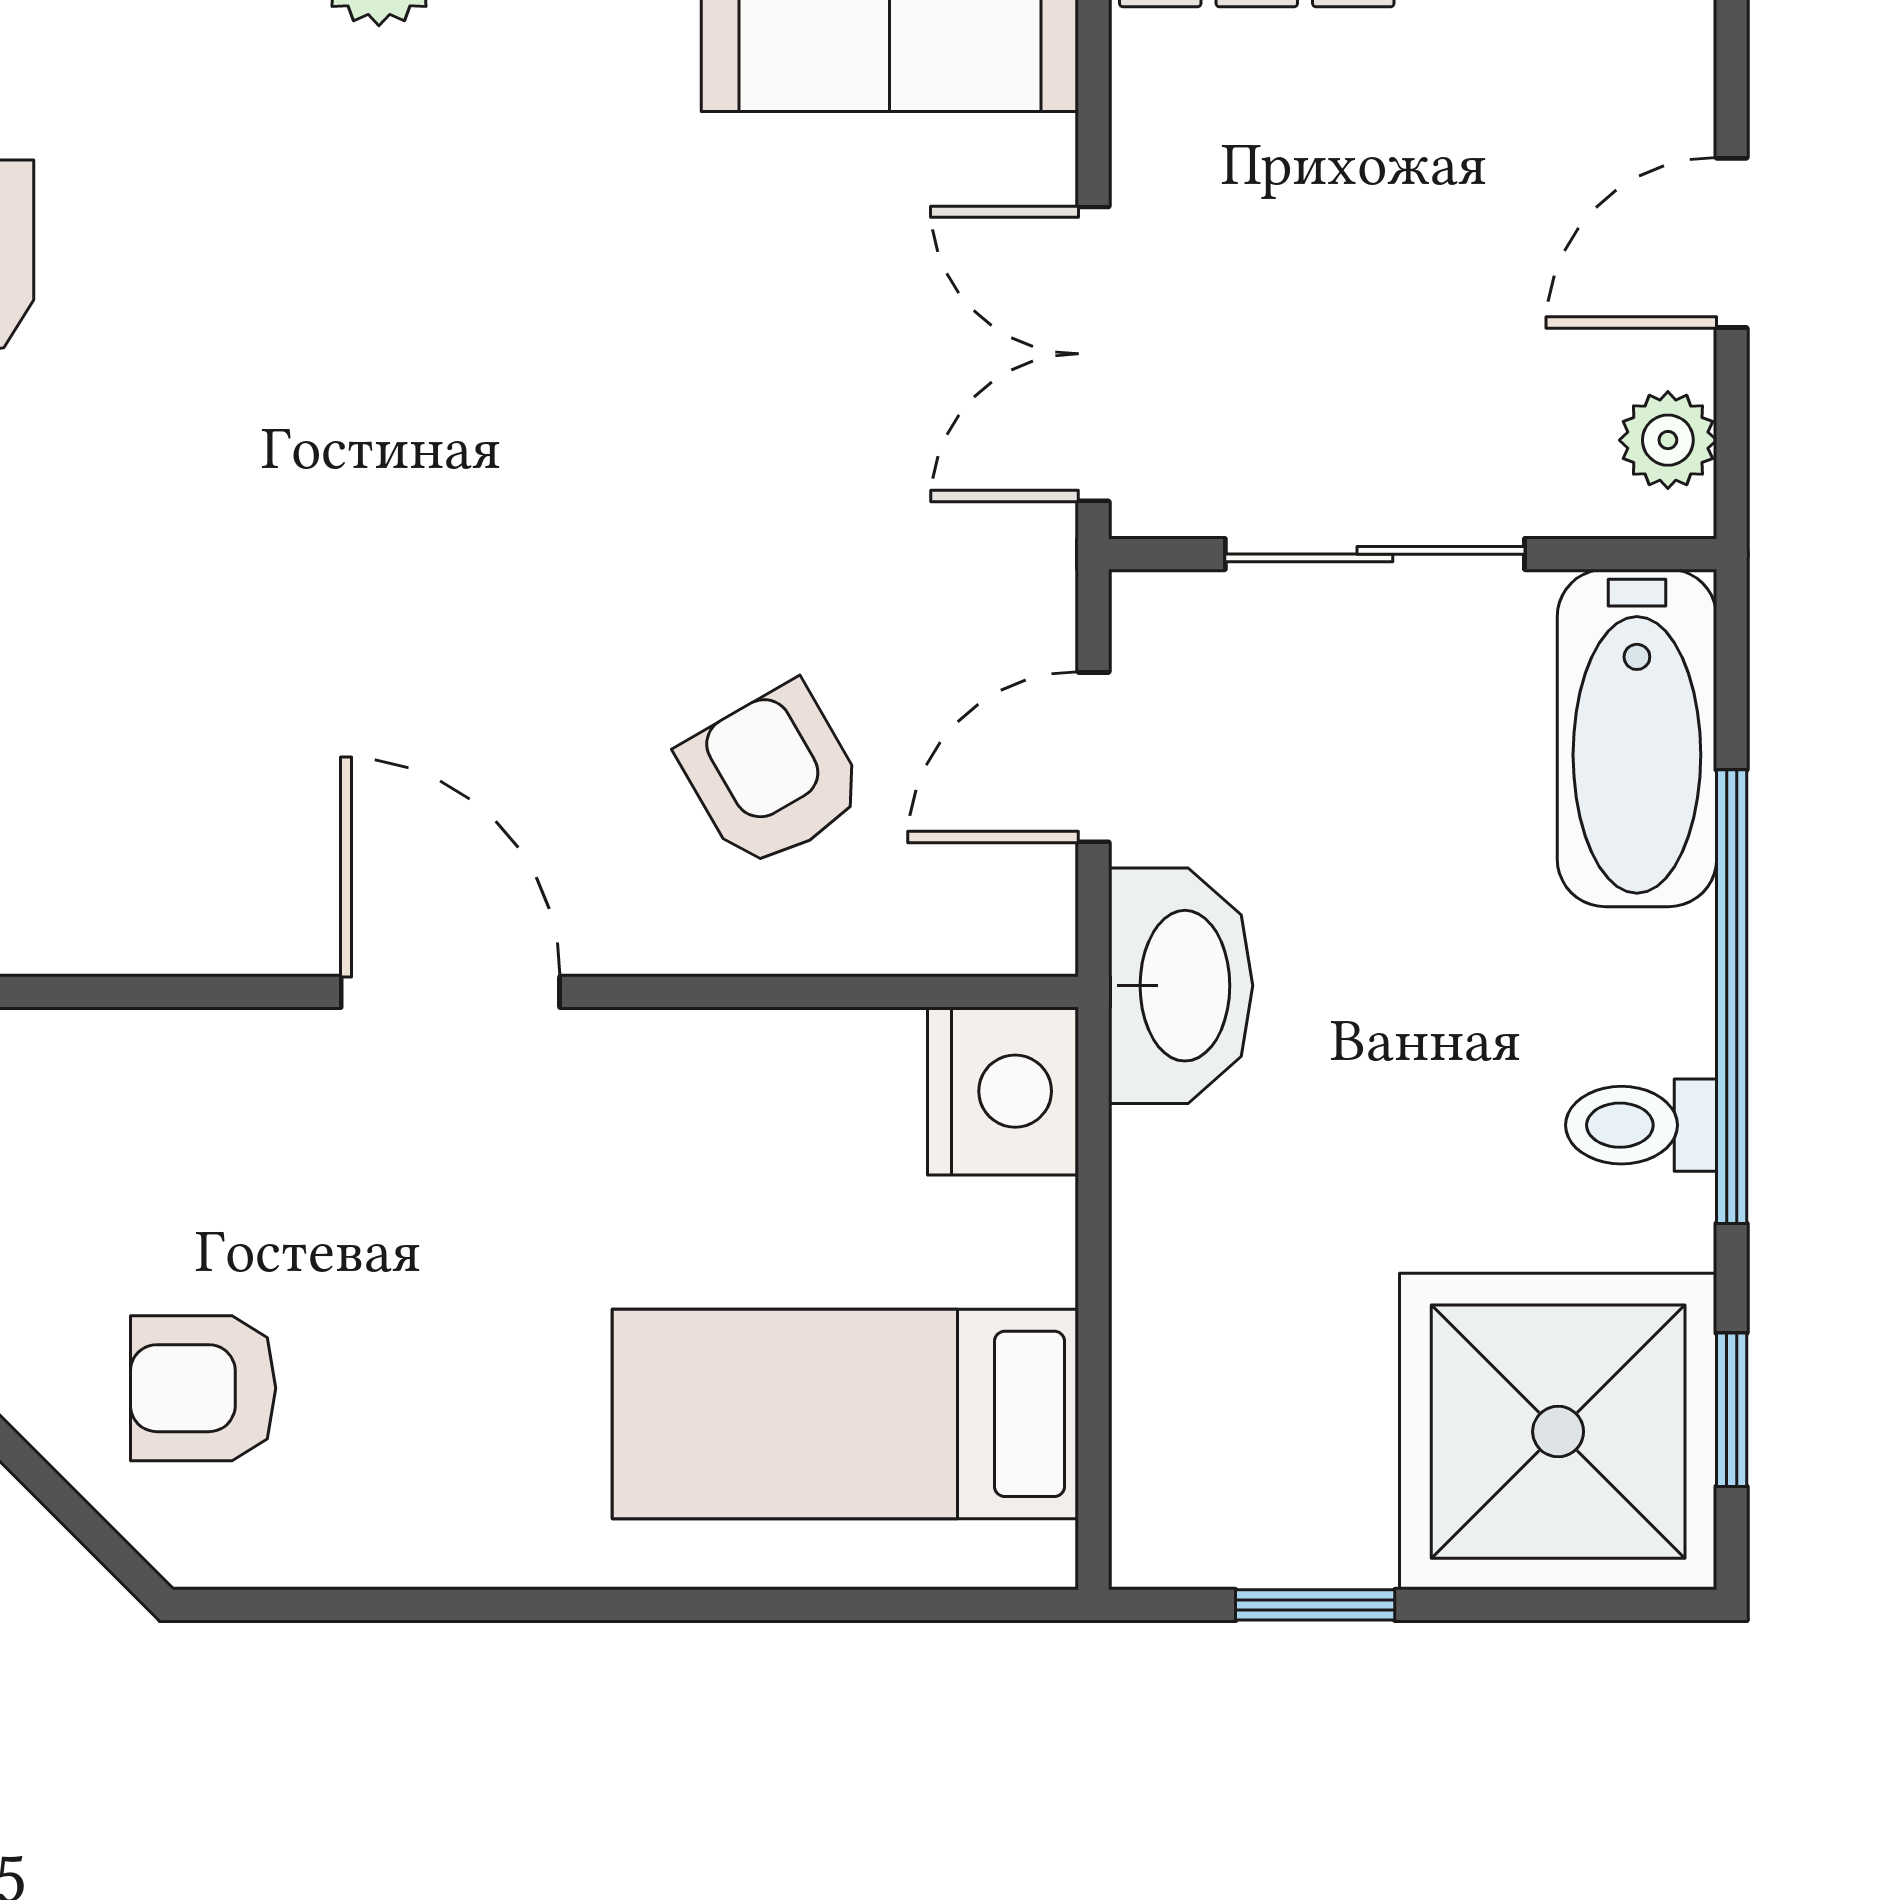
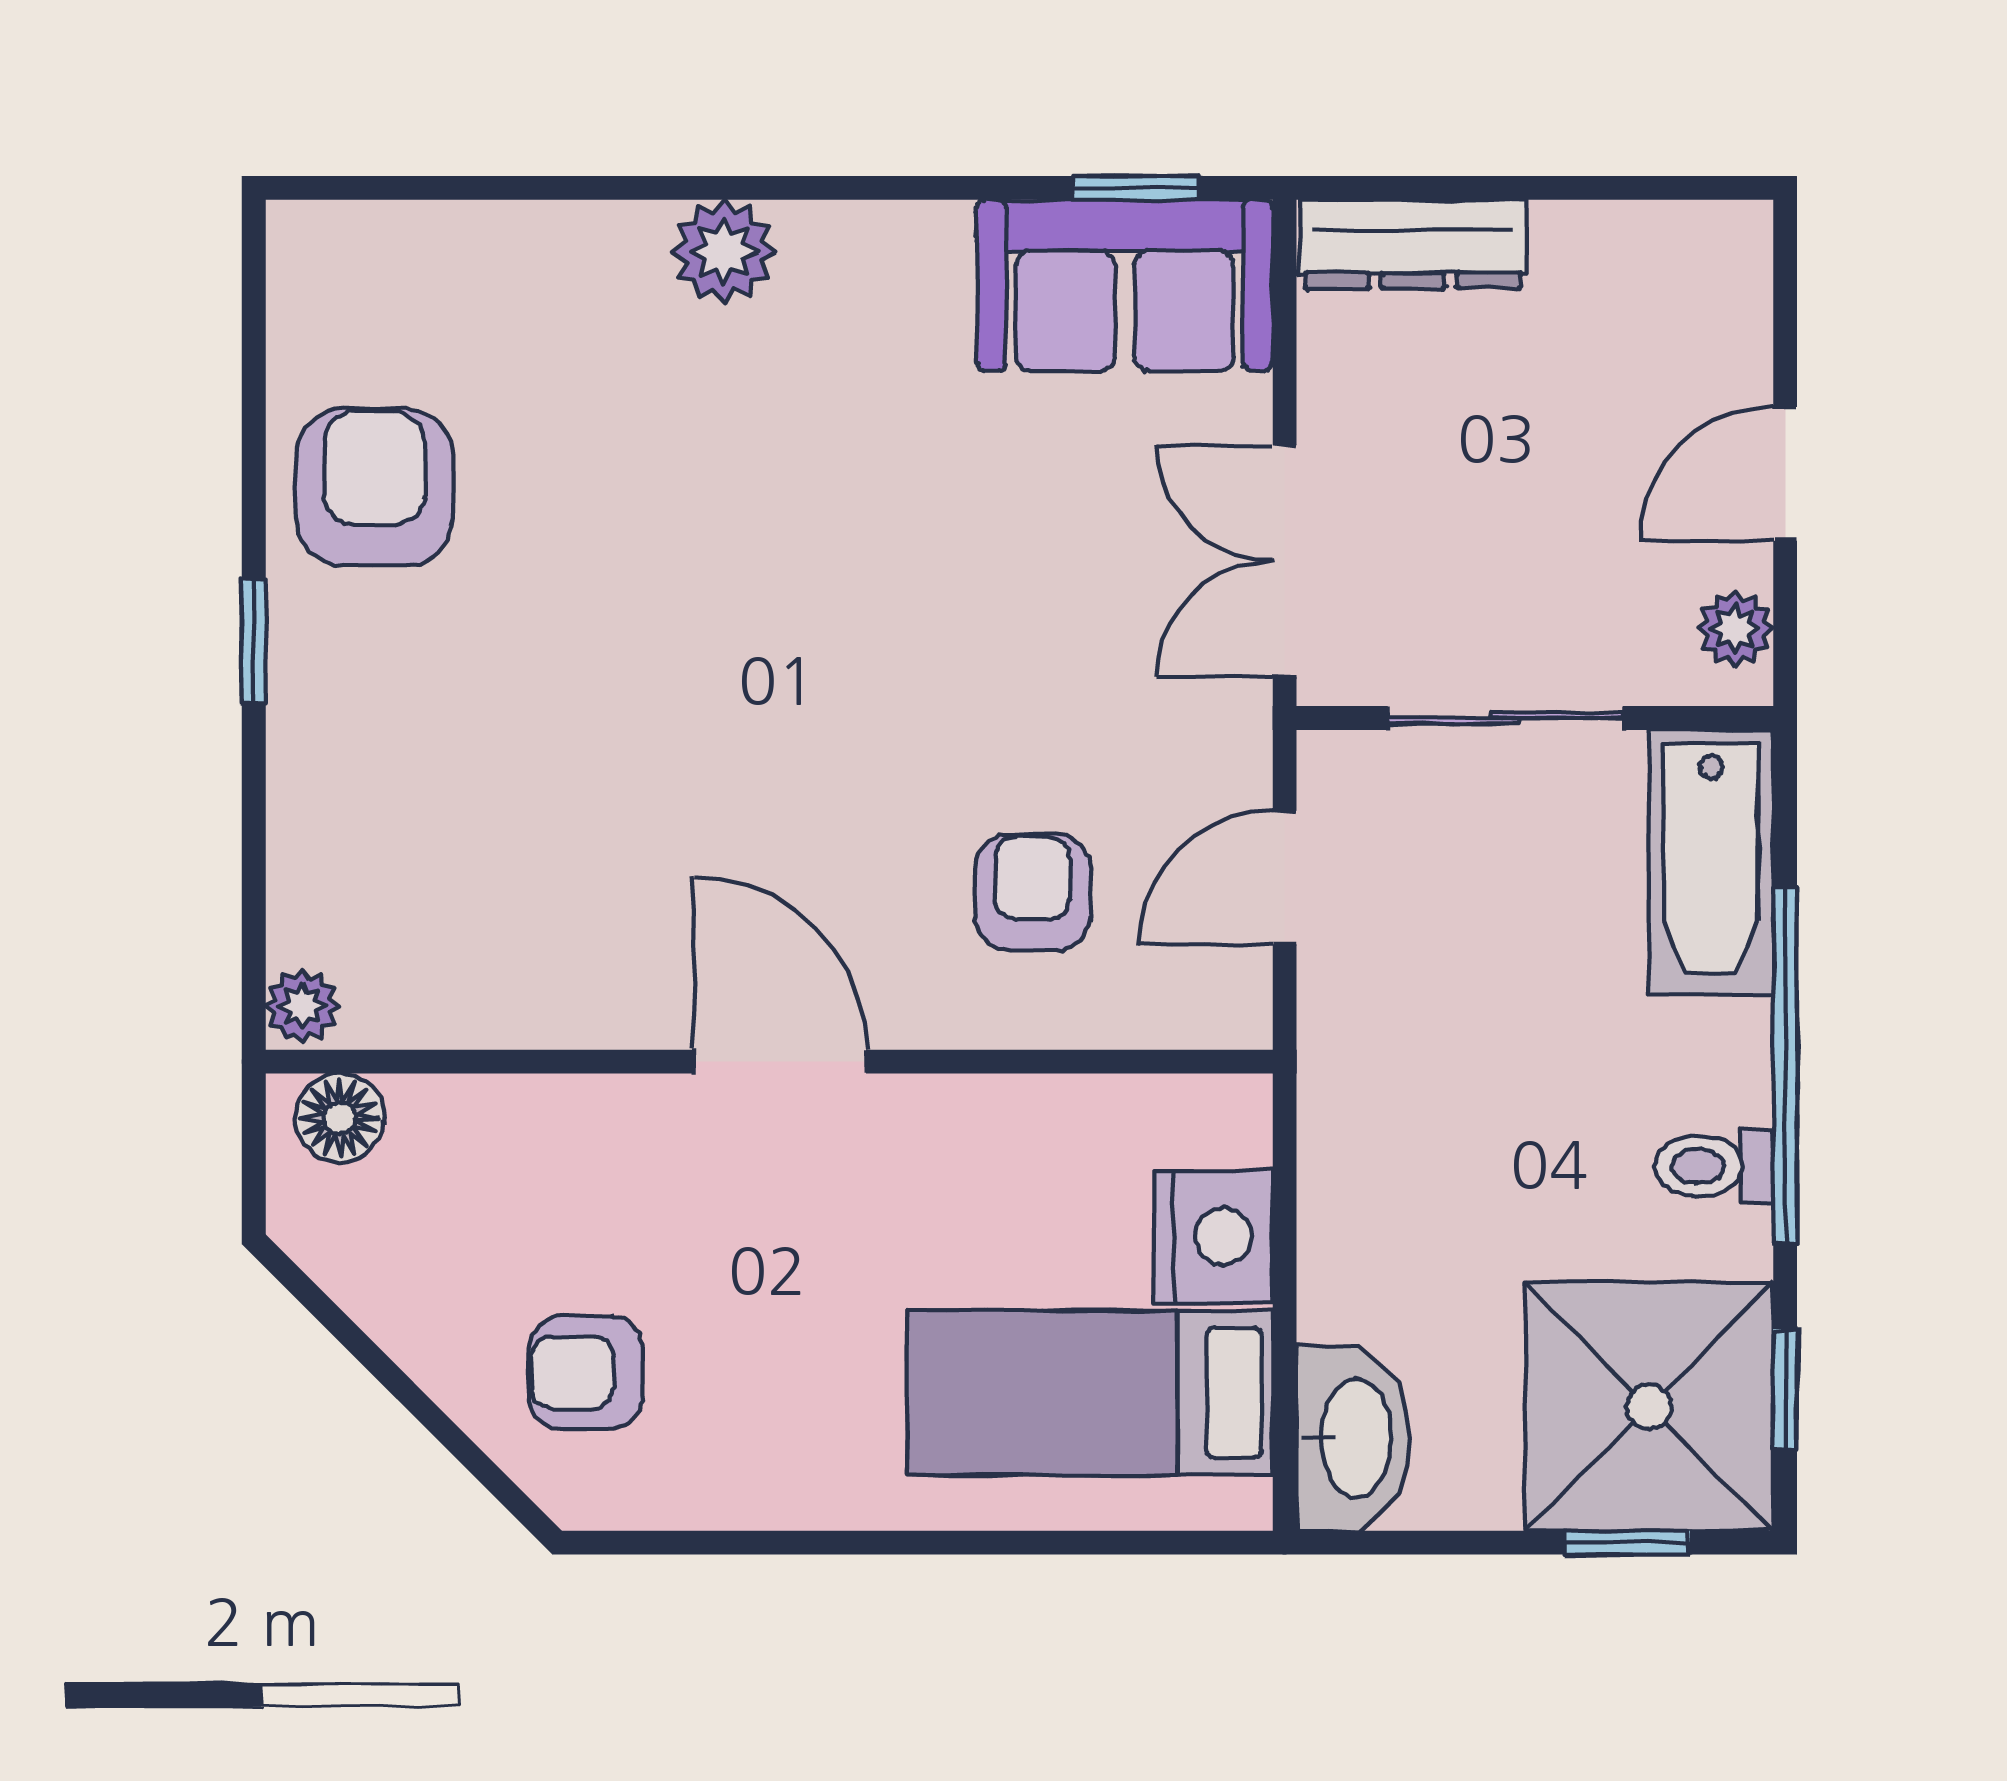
armchair: (773, 776) -> (1033, 892), turned 30
washbasin: (1181, 986) -> (1353, 1438), moved
nightstand: (1003, 1091) -> (1214, 1237), moved
window: (1315, 1605) -> (1627, 1543), moved

